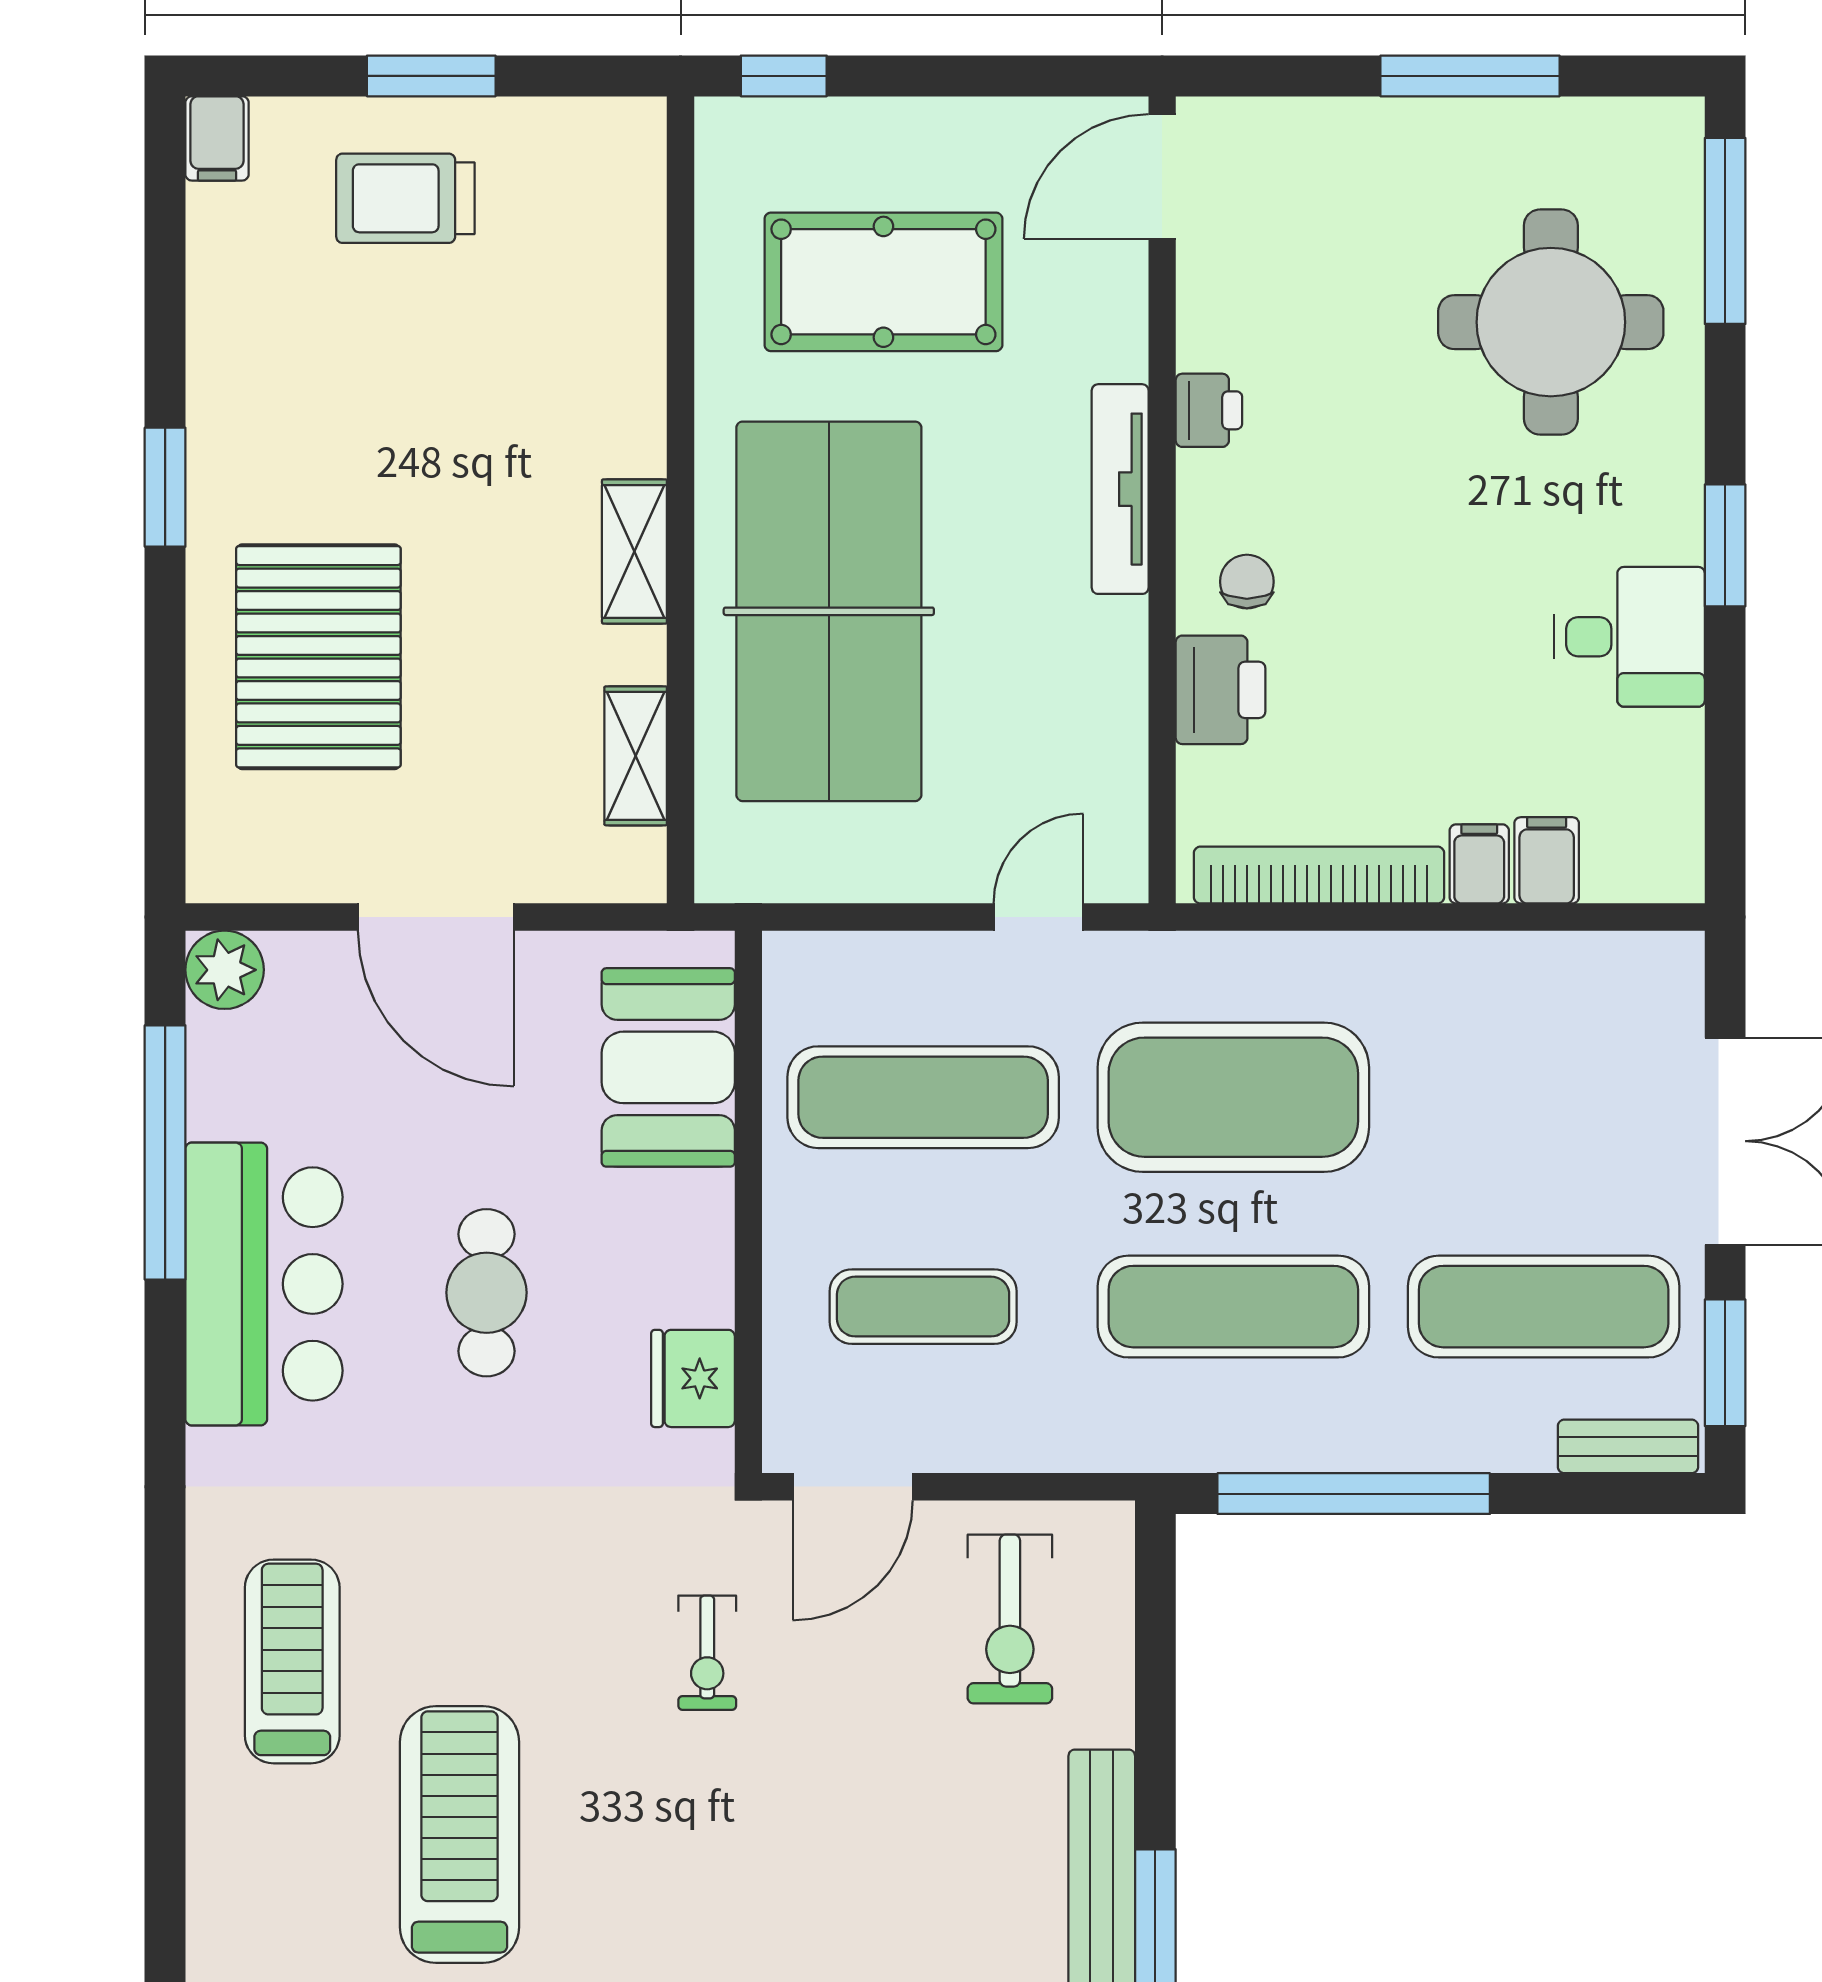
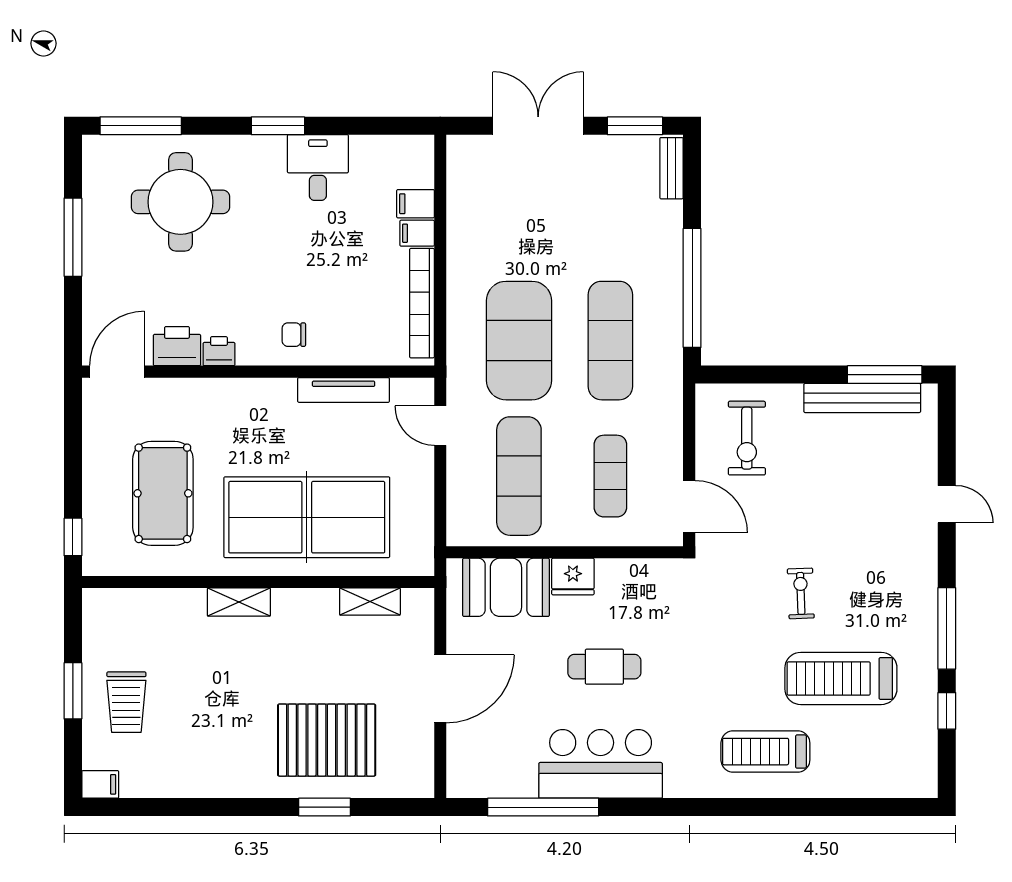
door: (1162, 177) -> (117, 372), swing flipped
window: (165, 487) -> (325, 807), moved
tv unit: (1120, 489) -> (344, 390), moved
shelving: (634, 551) -> (239, 602), moved
printer: (1221, 690) -> (177, 346), moved
plant: (225, 970) -> (463, 781), removed
exercise mat: (1544, 1307) -> (610, 205), removed
fridge: (693, 1378) -> (573, 577), moved
exercise bike: (1010, 1619) -> (747, 438), turned 90
exercise bike: (707, 1653) -> (801, 593), moved, turned -92

